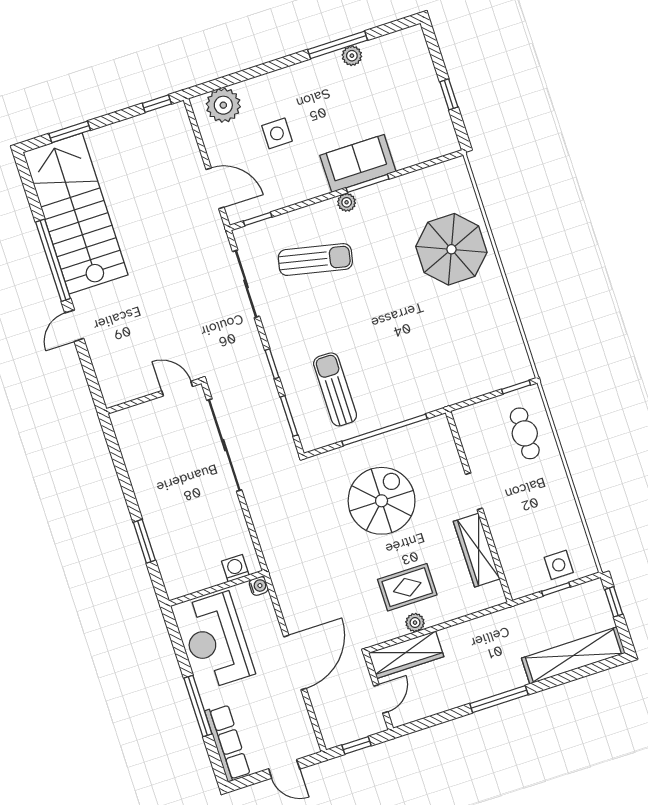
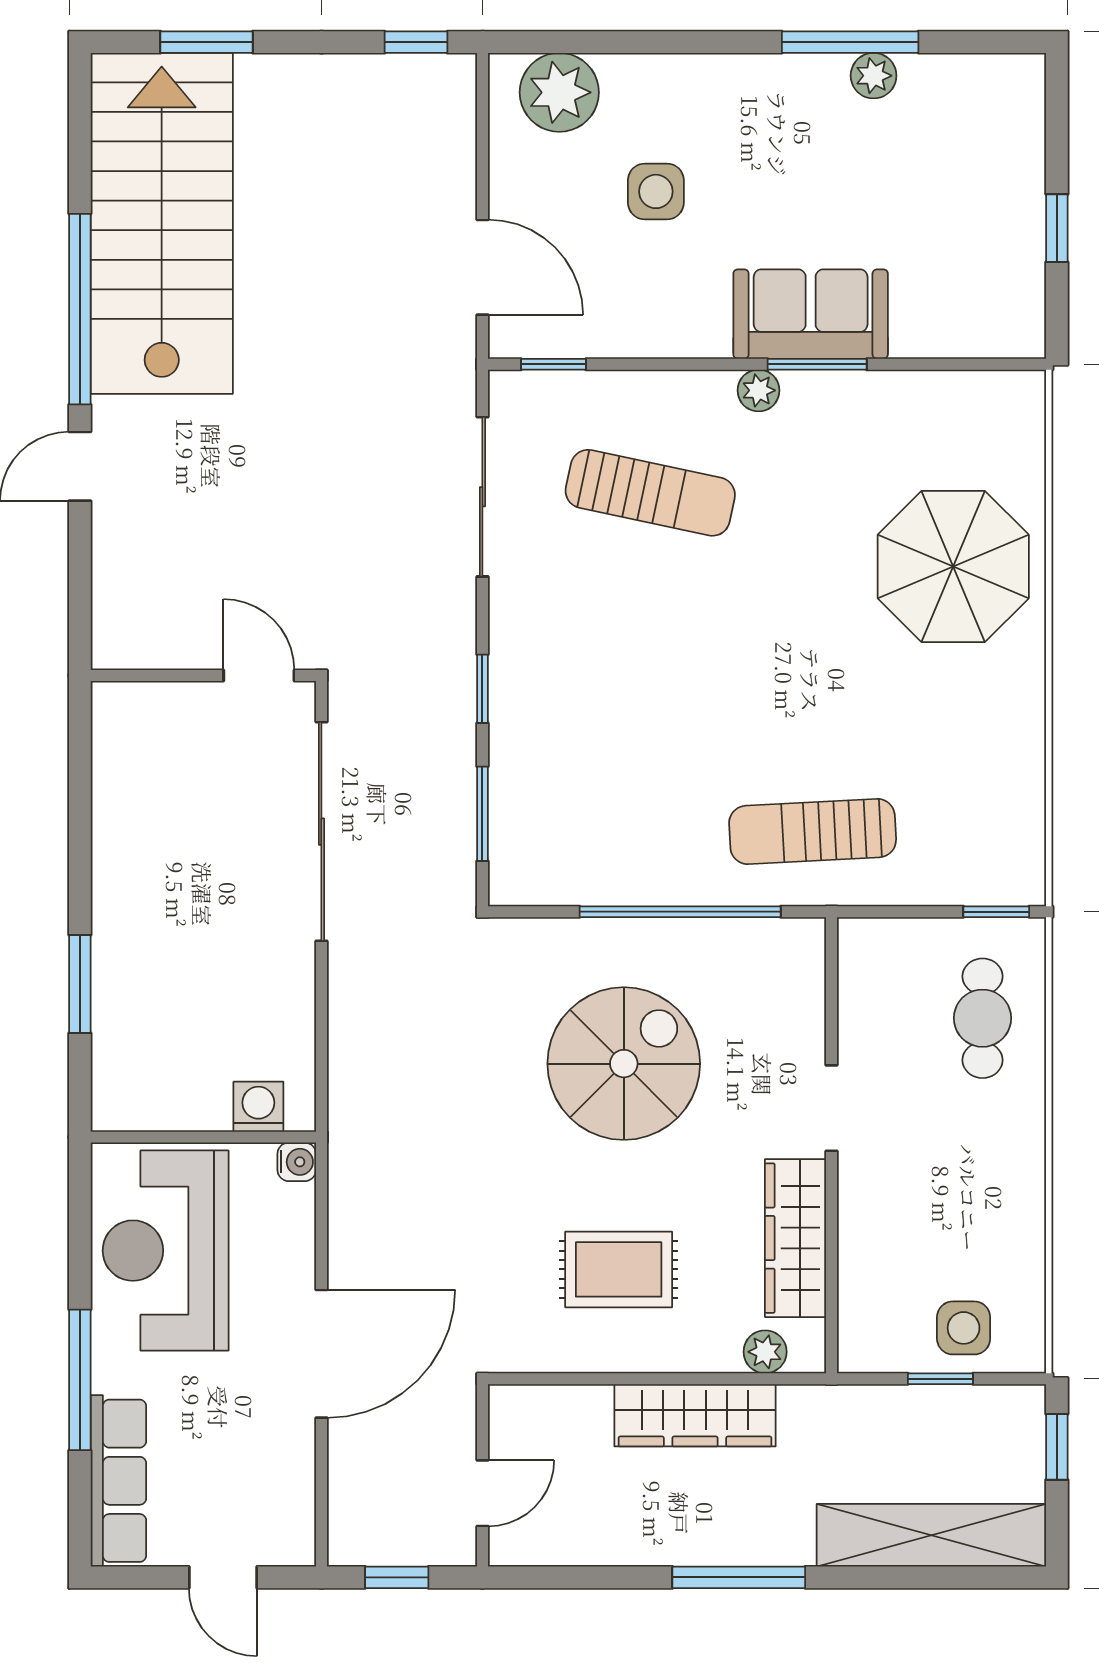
sun lounger: (335, 389) -> (813, 831), moved, turned -93
plant: (415, 623) -> (765, 1352), moved
wardrobe: (406, 655) -> (695, 1415), moved

